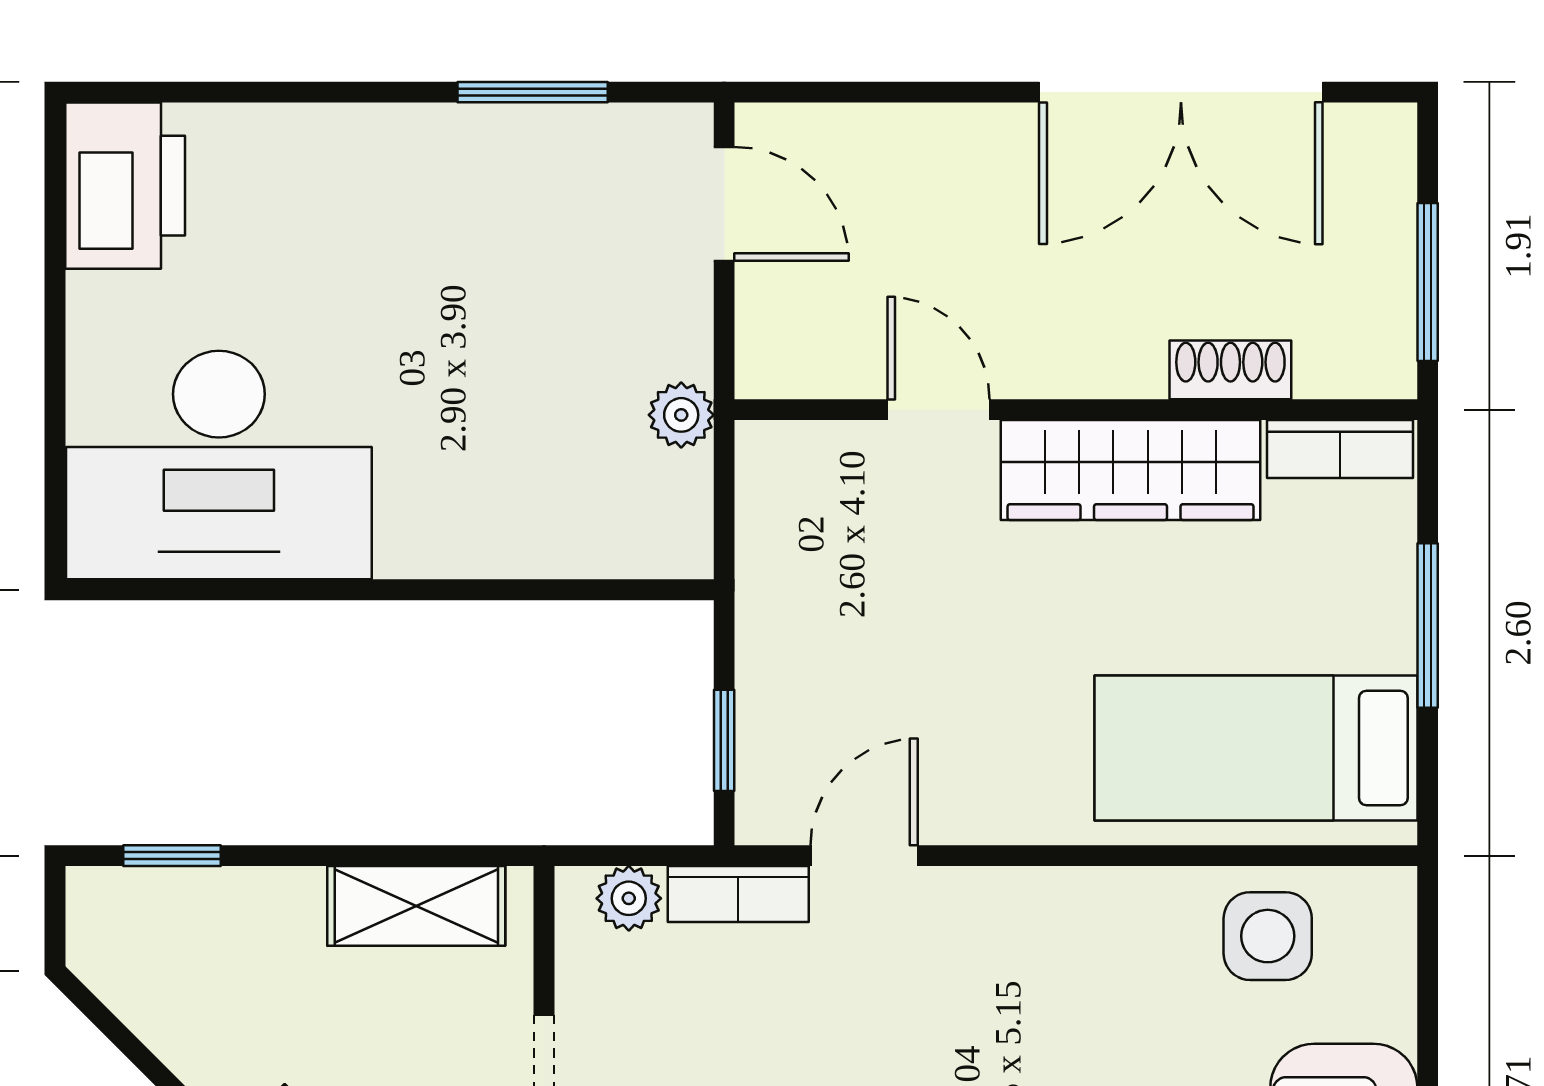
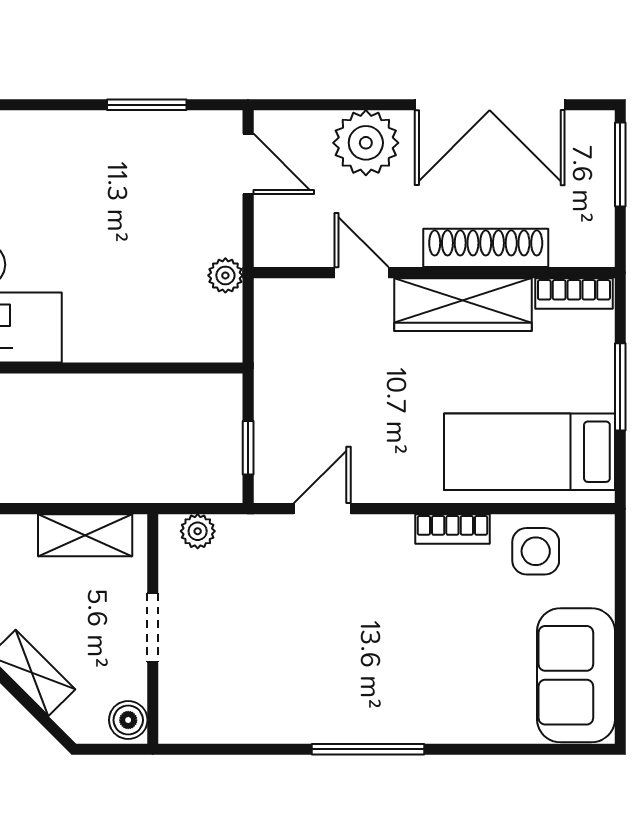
plant: (947, 164) -> (366, 143), added
window: (1428, 282) -> (620, 164), moved
shoe rack: (1230, 370) -> (486, 248), width x1.94, depth x1.24
bookcase: (738, 894) -> (452, 529), moved

